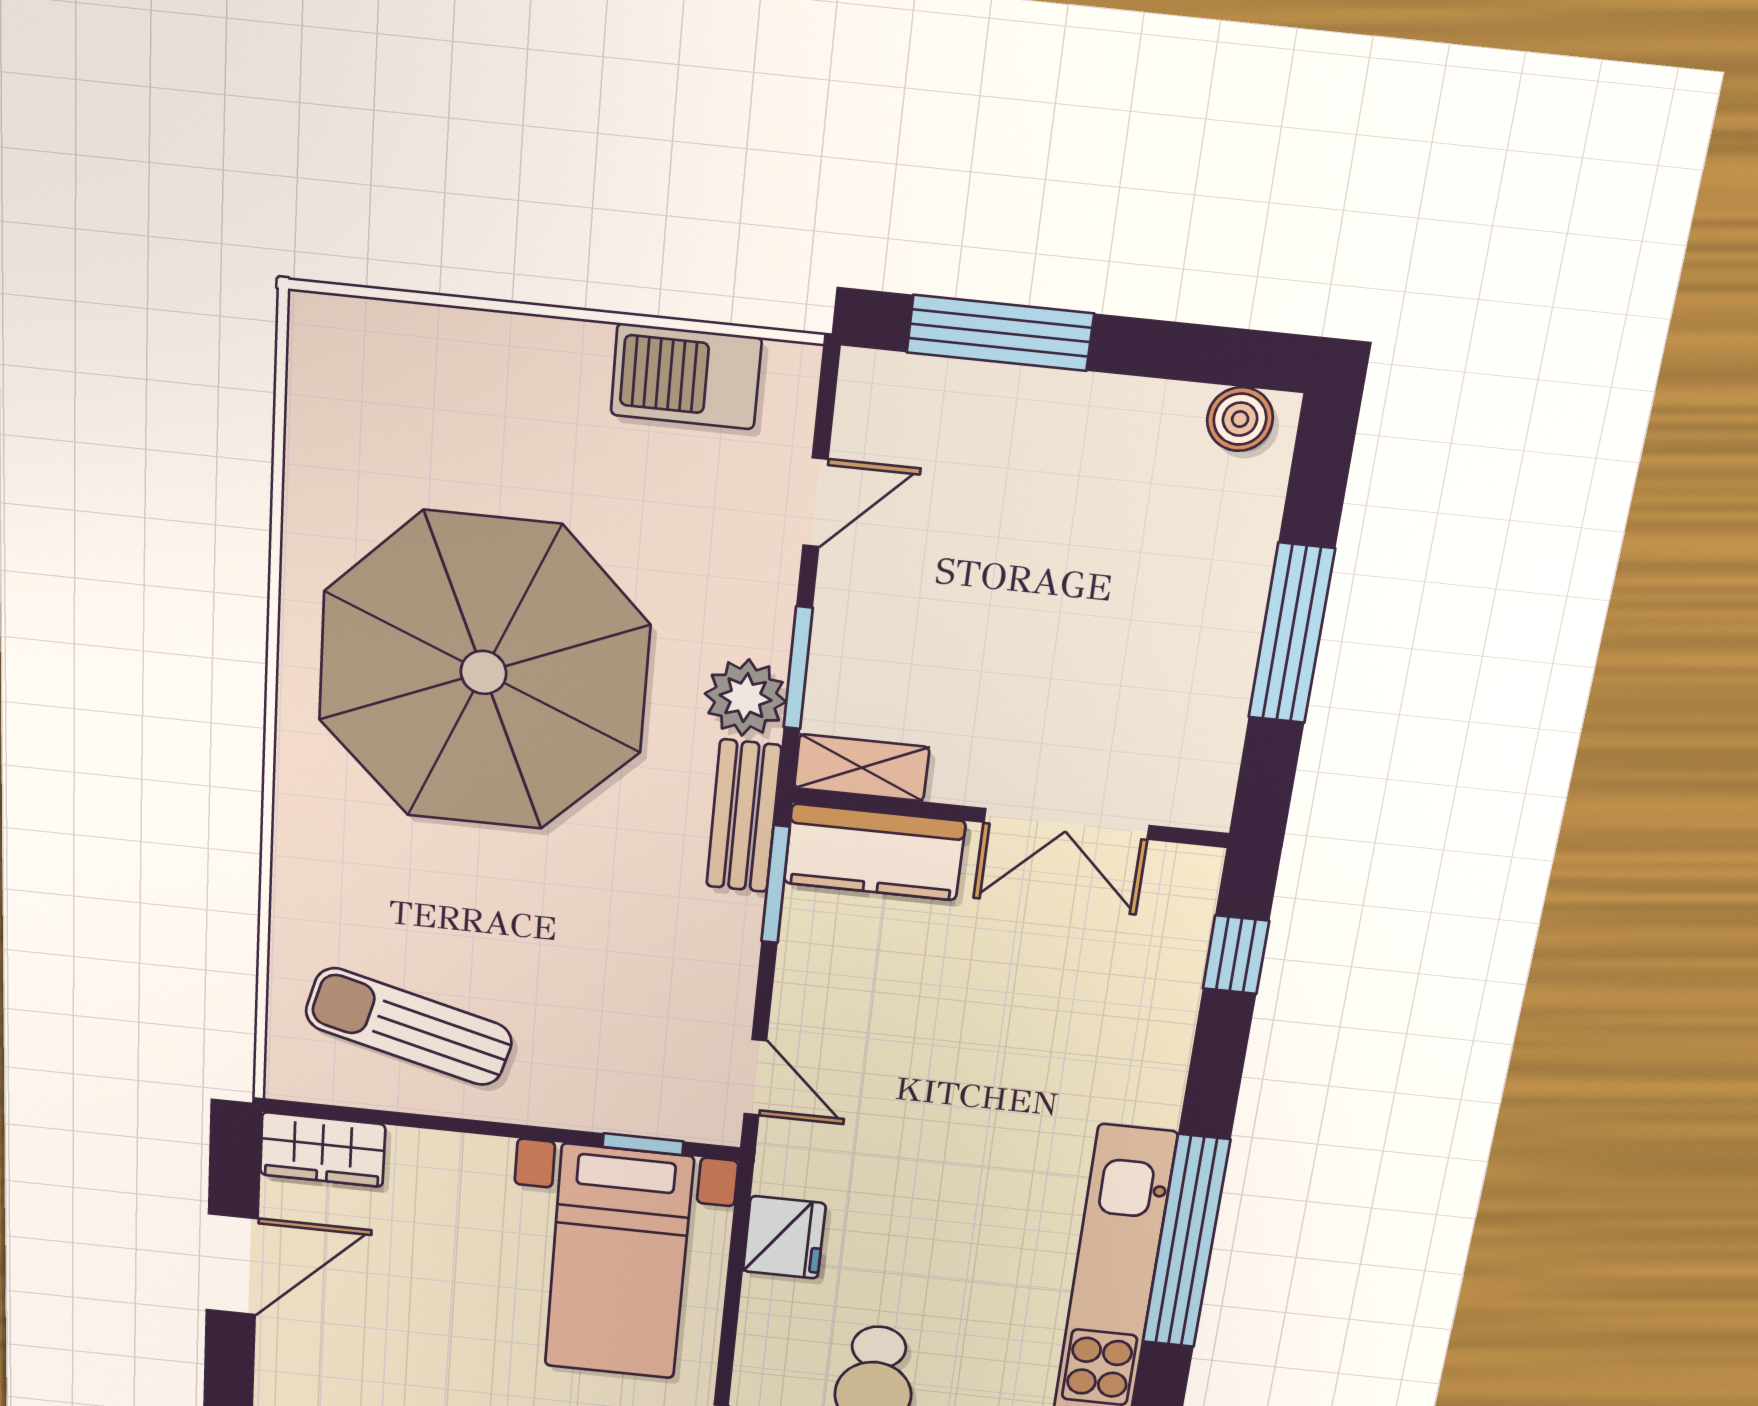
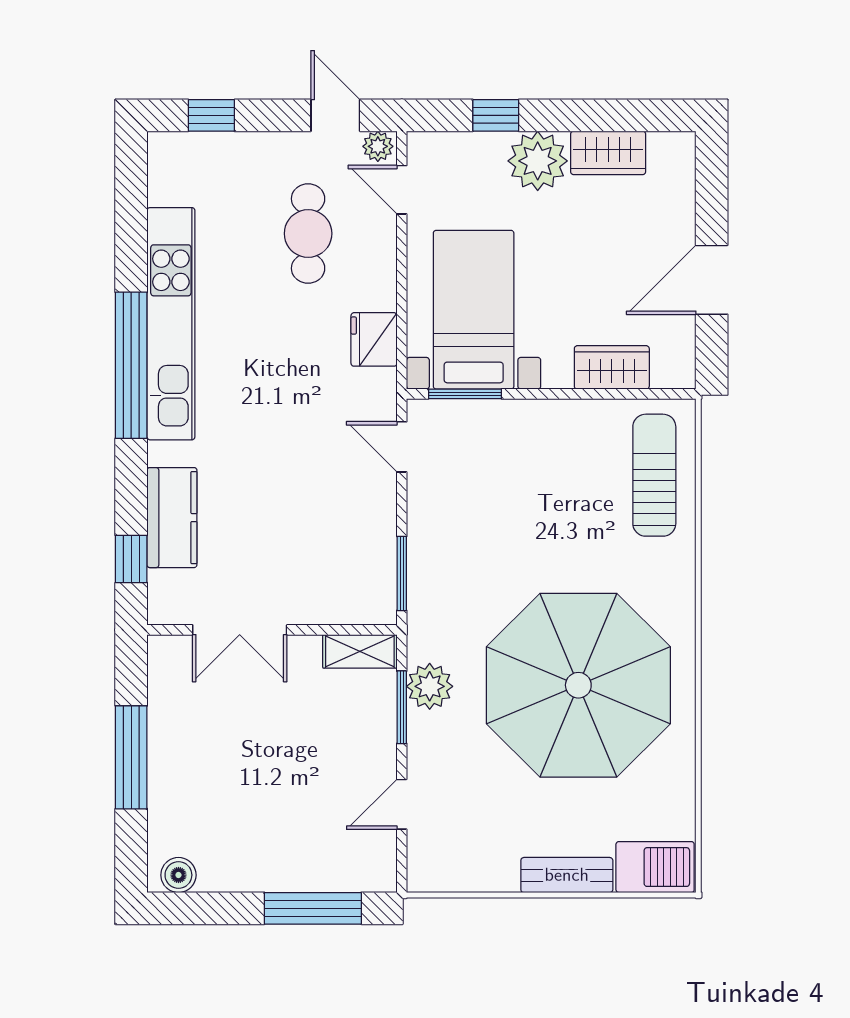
barbecue: (686, 376) -> (655, 867), moved
bench: (744, 816) -> (567, 875), moved, turned 90
double door: (1067, 824) -> (240, 630), swing flipped
kitchen counter: (874, 852) -> (172, 518), moved, turned 90
sun lounger: (409, 1027) -> (654, 475), moved, turned -105
window: (643, 1144) -> (465, 394), width x1.50
wardrobe: (323, 1150) -> (612, 367), moved

